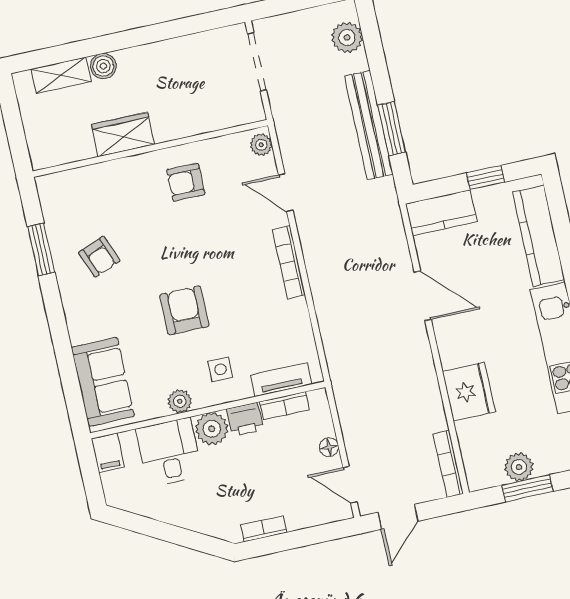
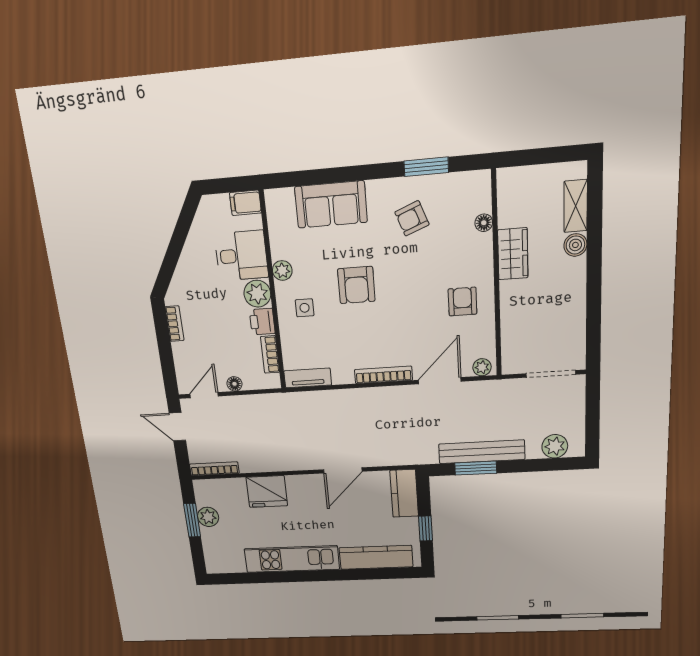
floor lamp: (93, 174) -> (484, 223), added
door: (286, 193) -> (440, 381), width x1.38
armchair: (184, 310) -> (356, 285), turned 90
tv unit: (281, 380) -> (308, 378), moved, turned -90
sofa: (103, 382) -> (331, 204), moved

